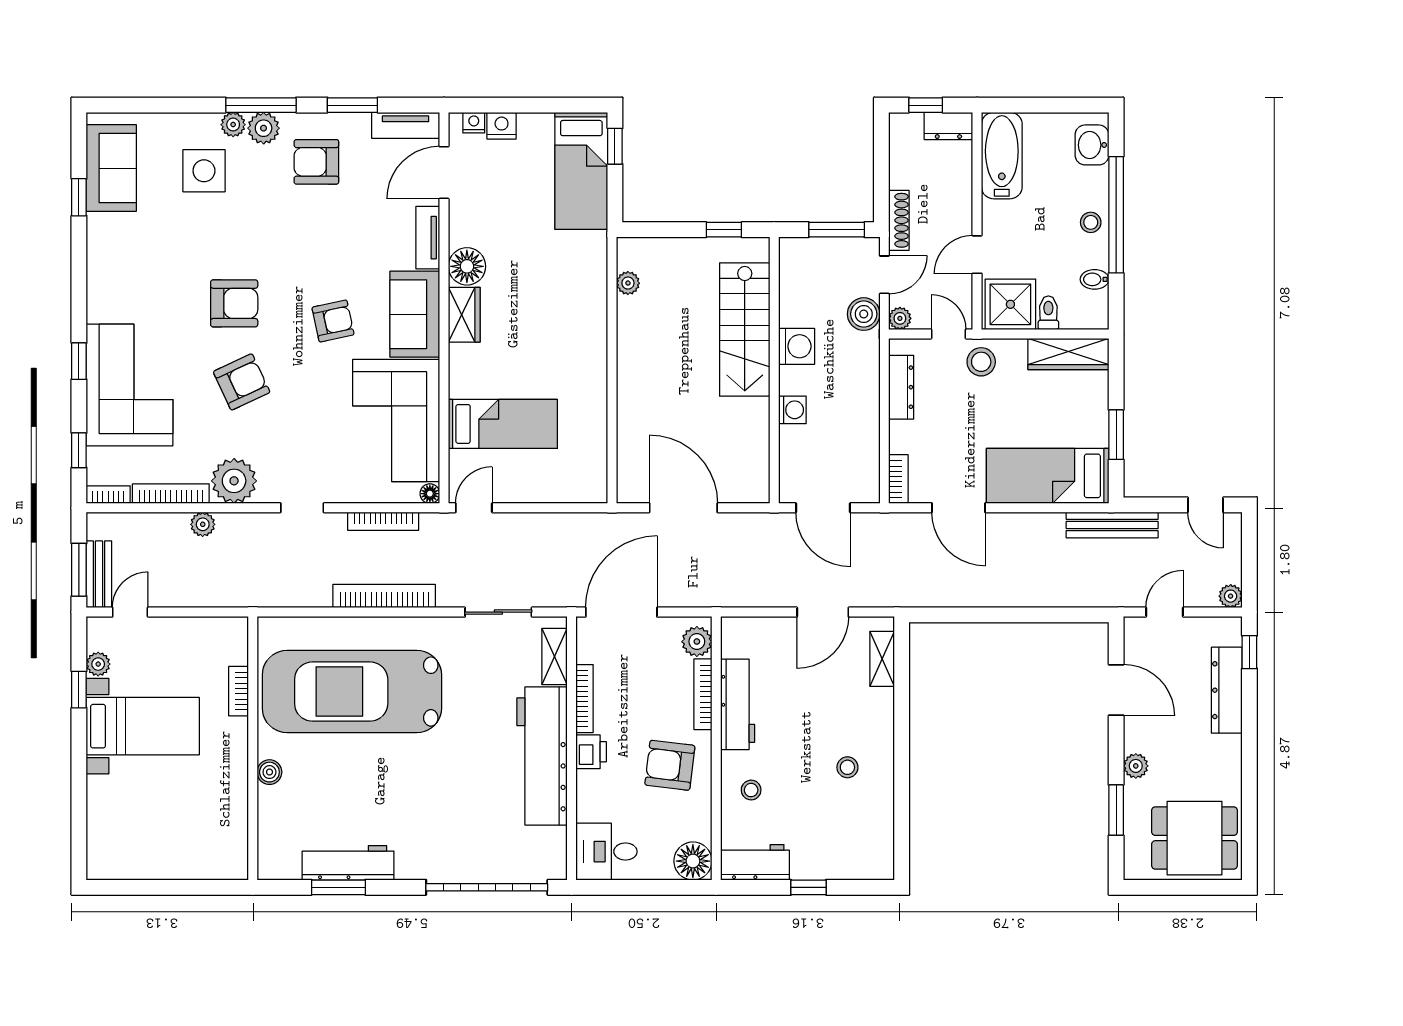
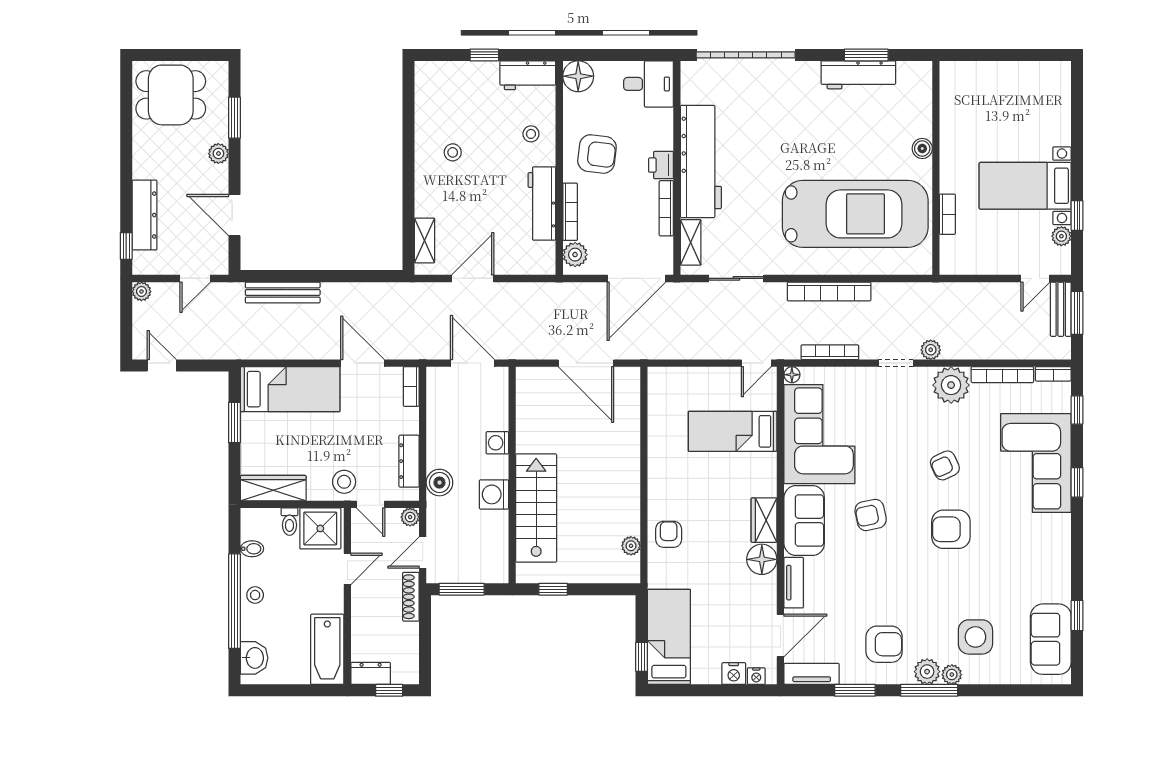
armchair: (582, 297) -> (669, 534), added
boiler: (864, 314) -> (439, 483), moved
armchair: (242, 382) -> (945, 465), width x0.72, depth x0.72
plant: (203, 524) -> (931, 350), moved
bench: (1112, 525) -> (283, 292), moved

